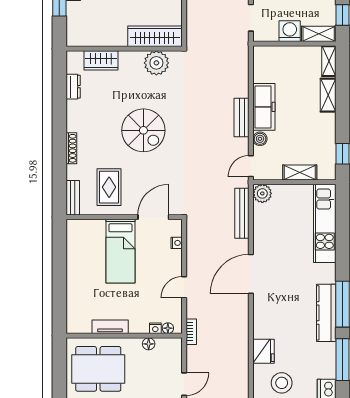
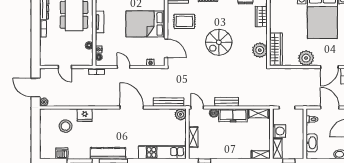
shelving: (328, 95) -> (258, 113), moved
bed: (120, 251) -> (145, 24), width x1.50

